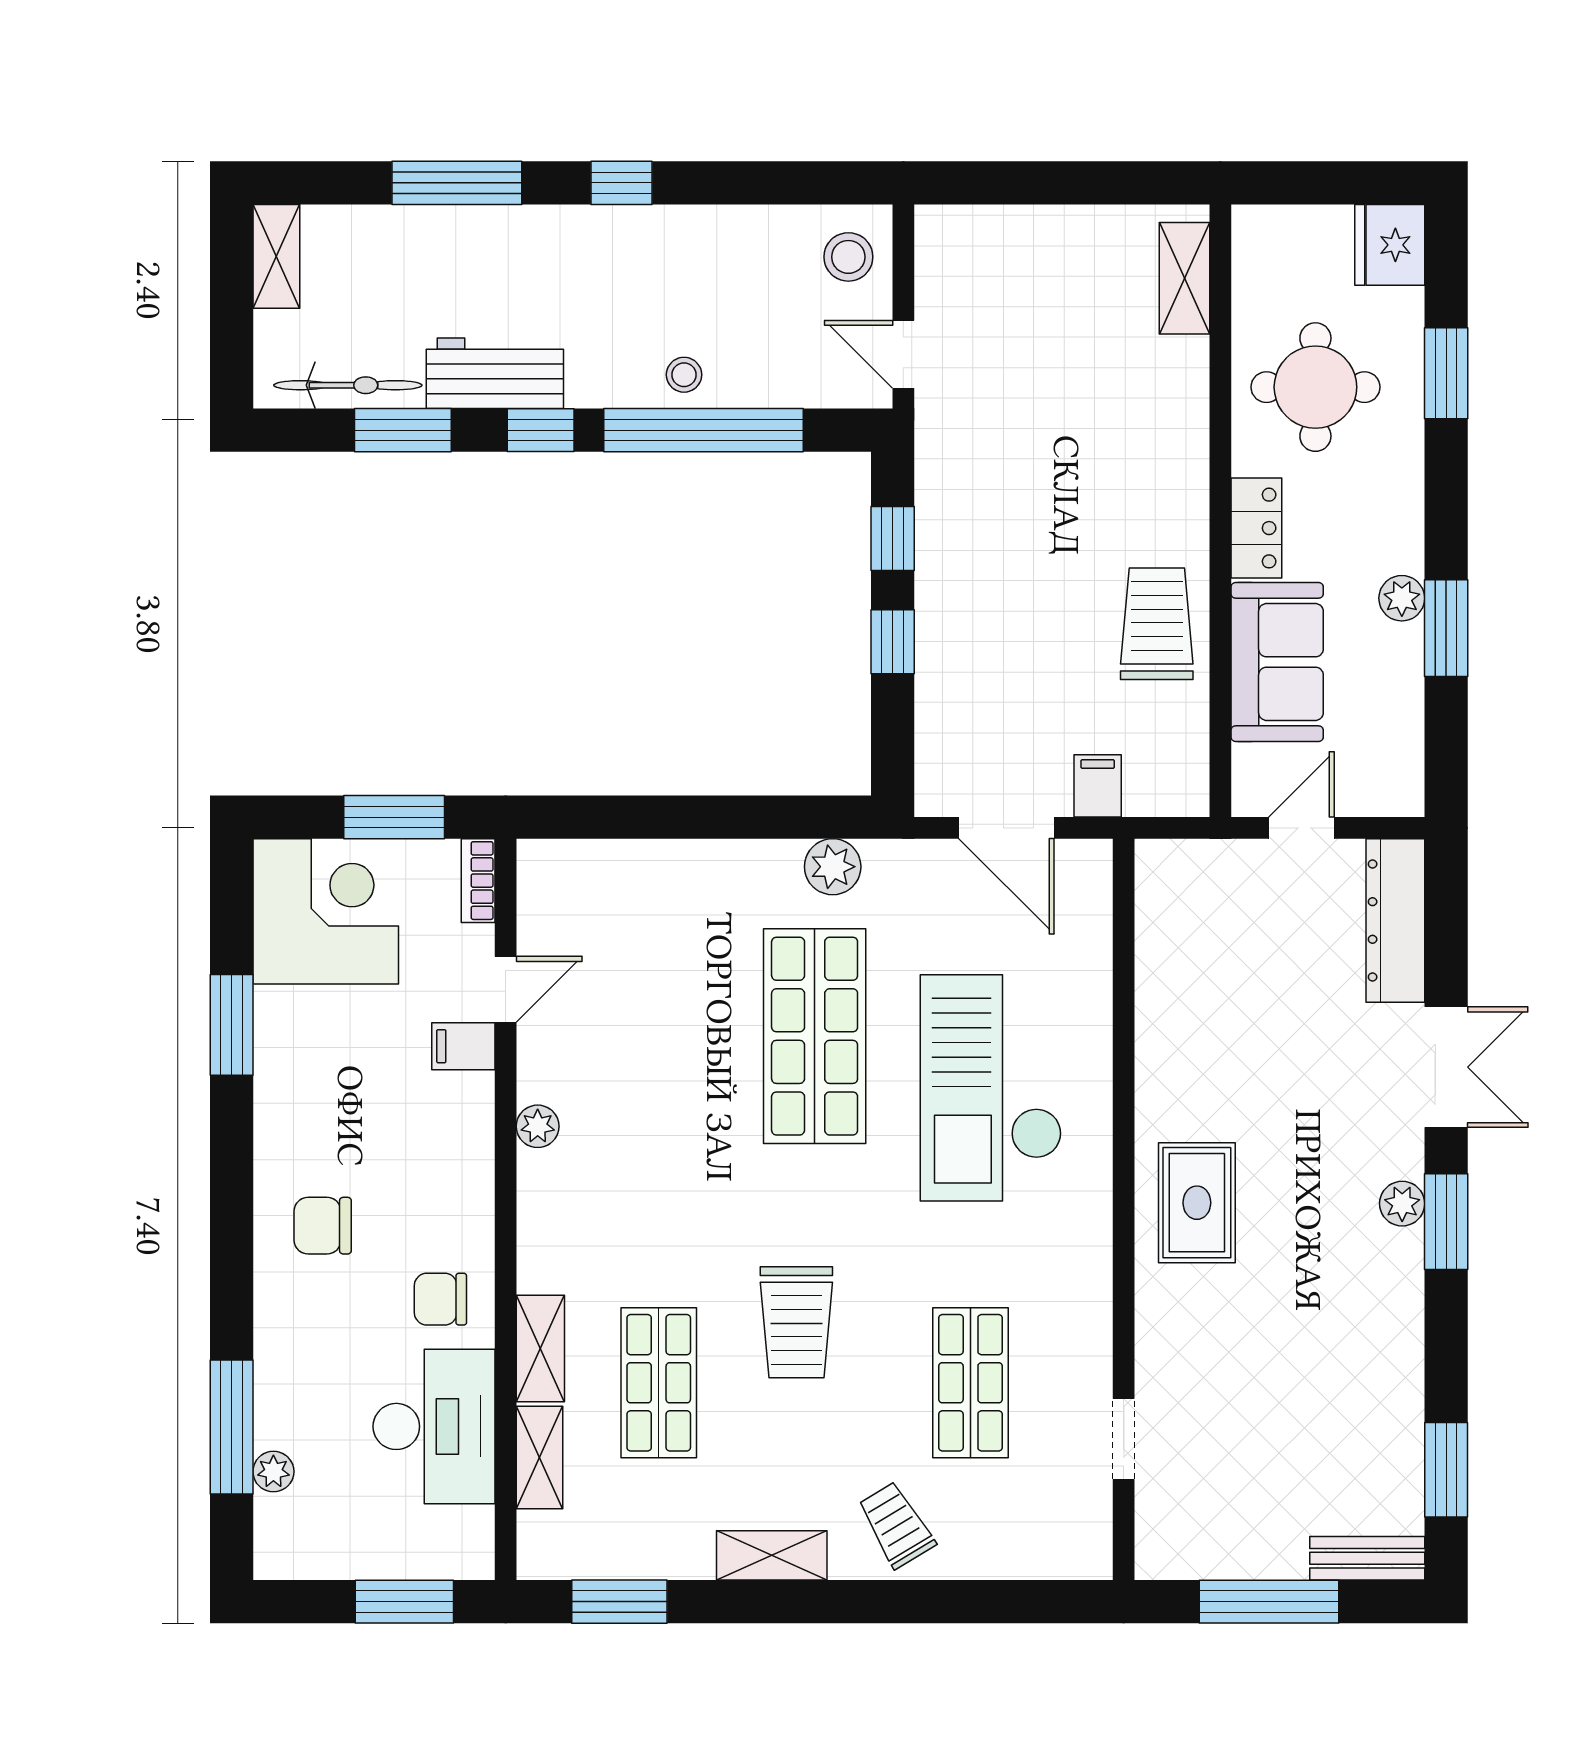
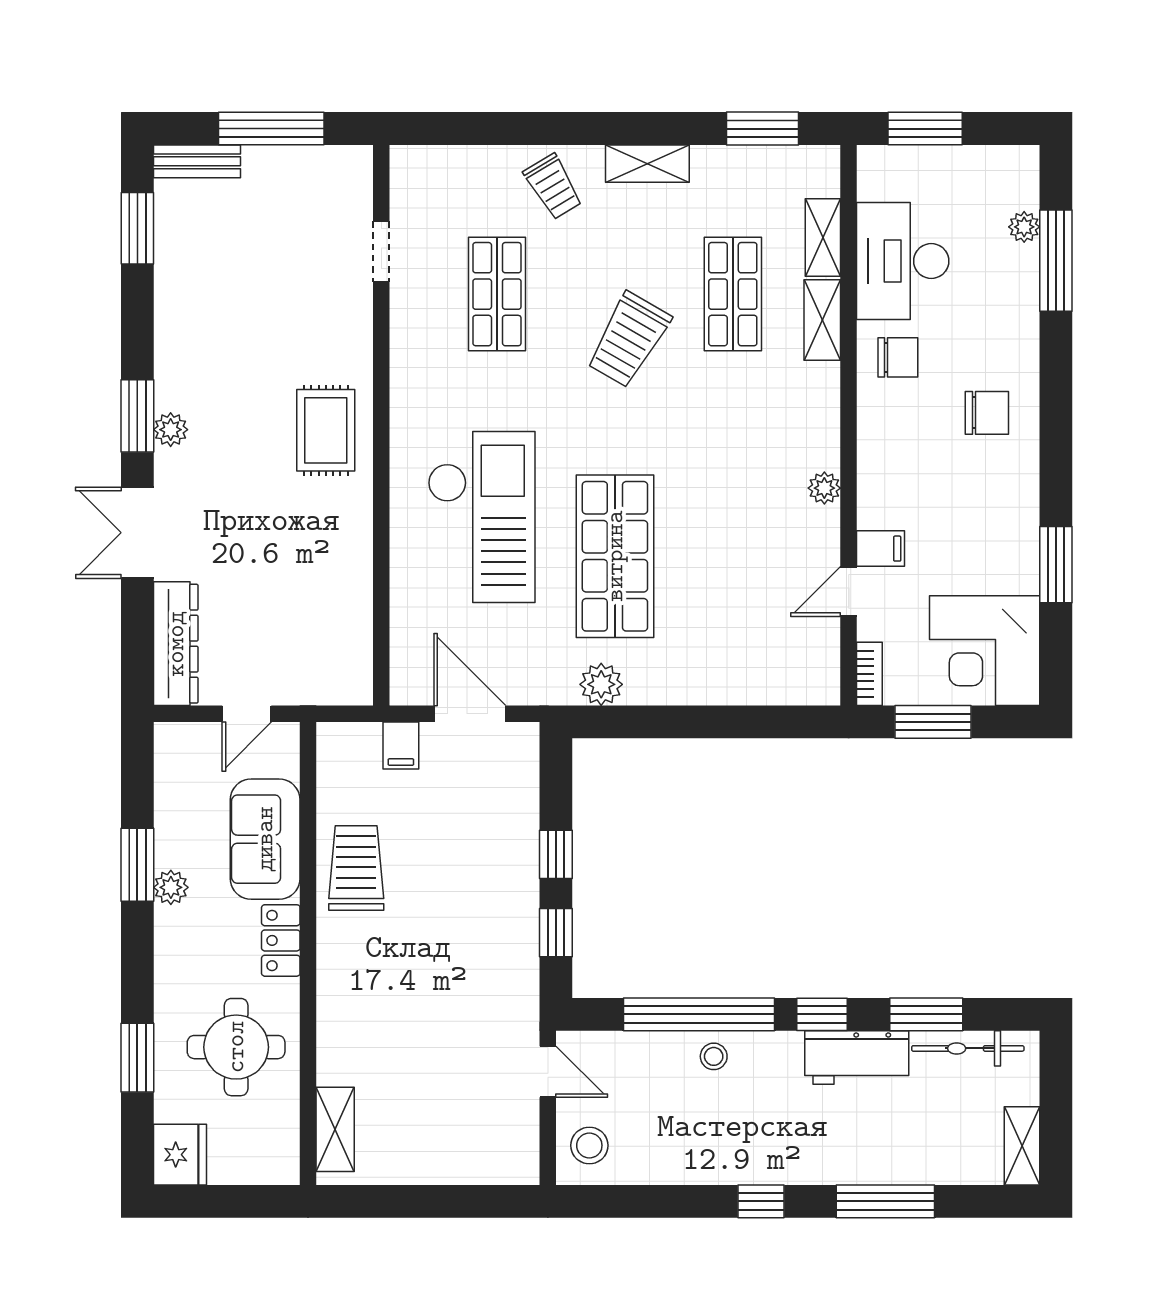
trolley: (1157, 624) -> (356, 868), turned 180
trolley: (796, 1322) -> (629, 340), turned -150

